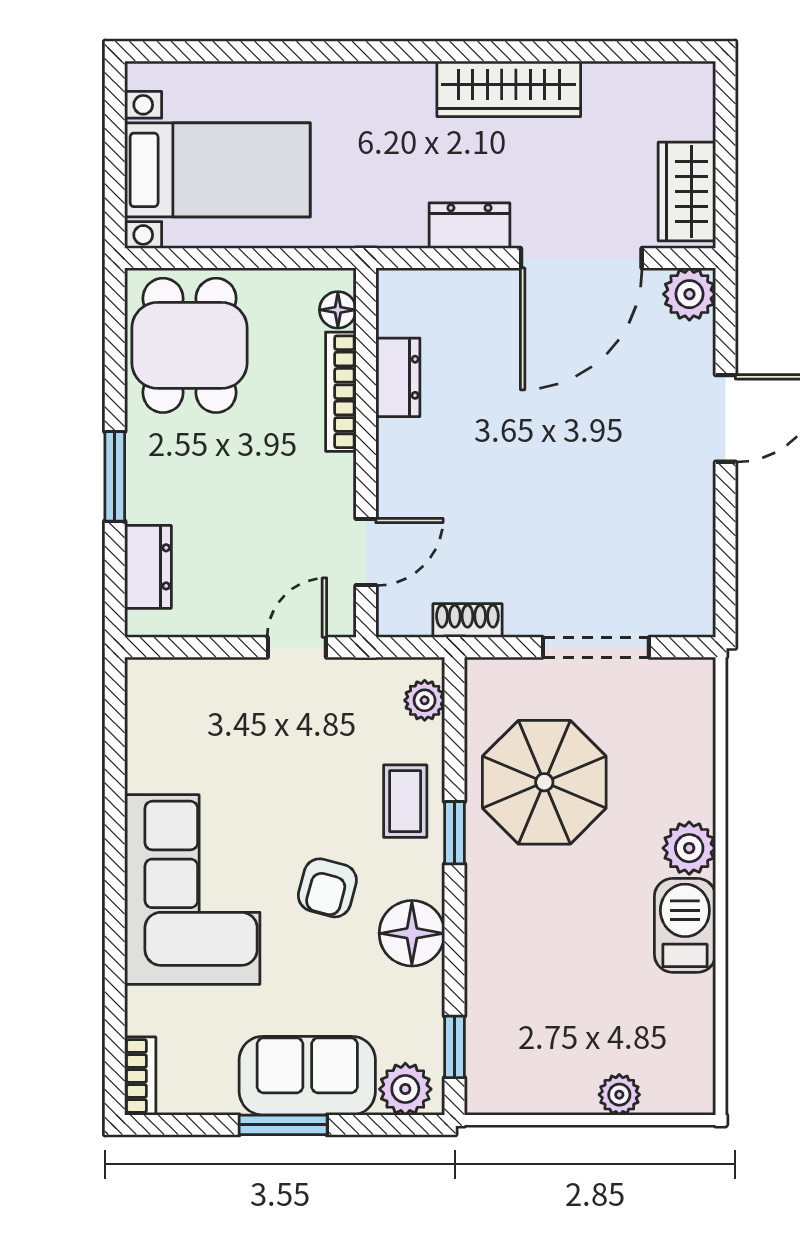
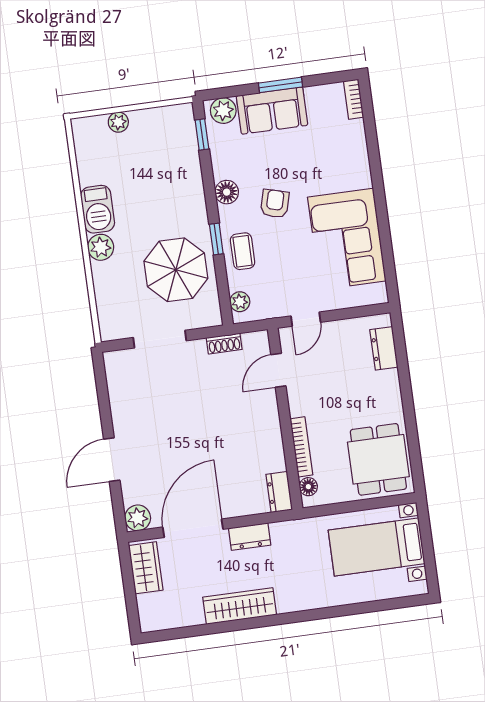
dresser: (398, 377) -> (279, 492), moved
window: (115, 476) -> (406, 390), removed
corner sofa: (192, 890) -> (347, 239), moved
floor lamp: (412, 933) -> (227, 192), width x0.73, depth x0.73

